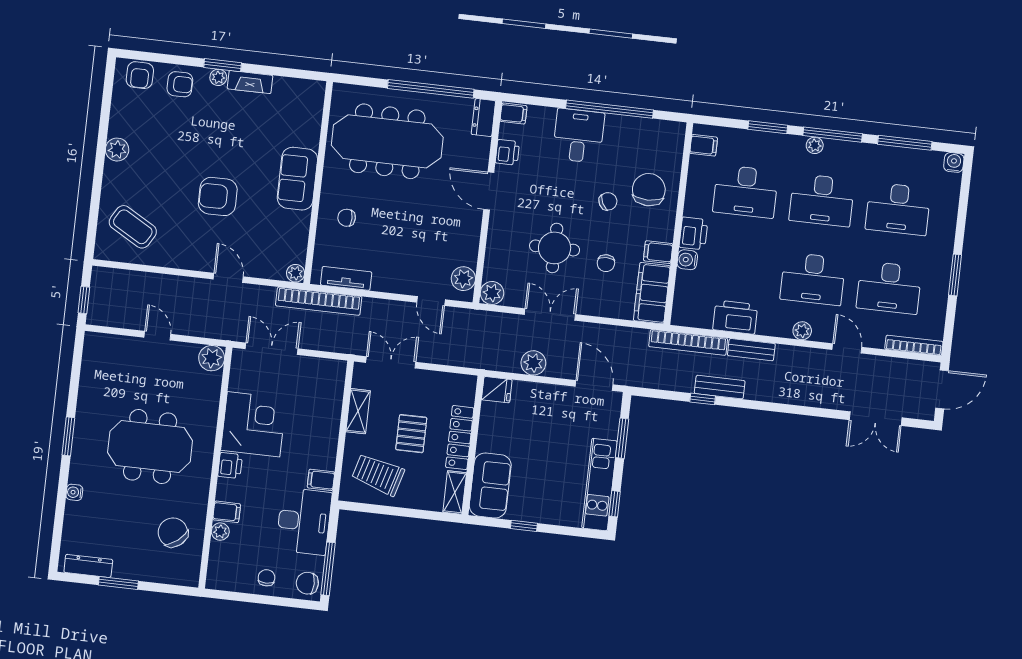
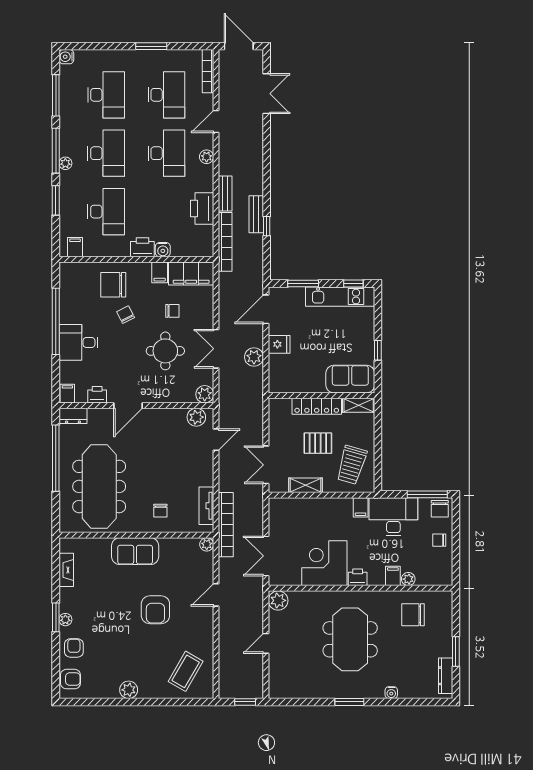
fireplace: (250, 82) -> (66, 570), moved
fridge: (497, 390) -> (279, 344), moved, turned 90
chair: (173, 532) -> (413, 615), turned 39

